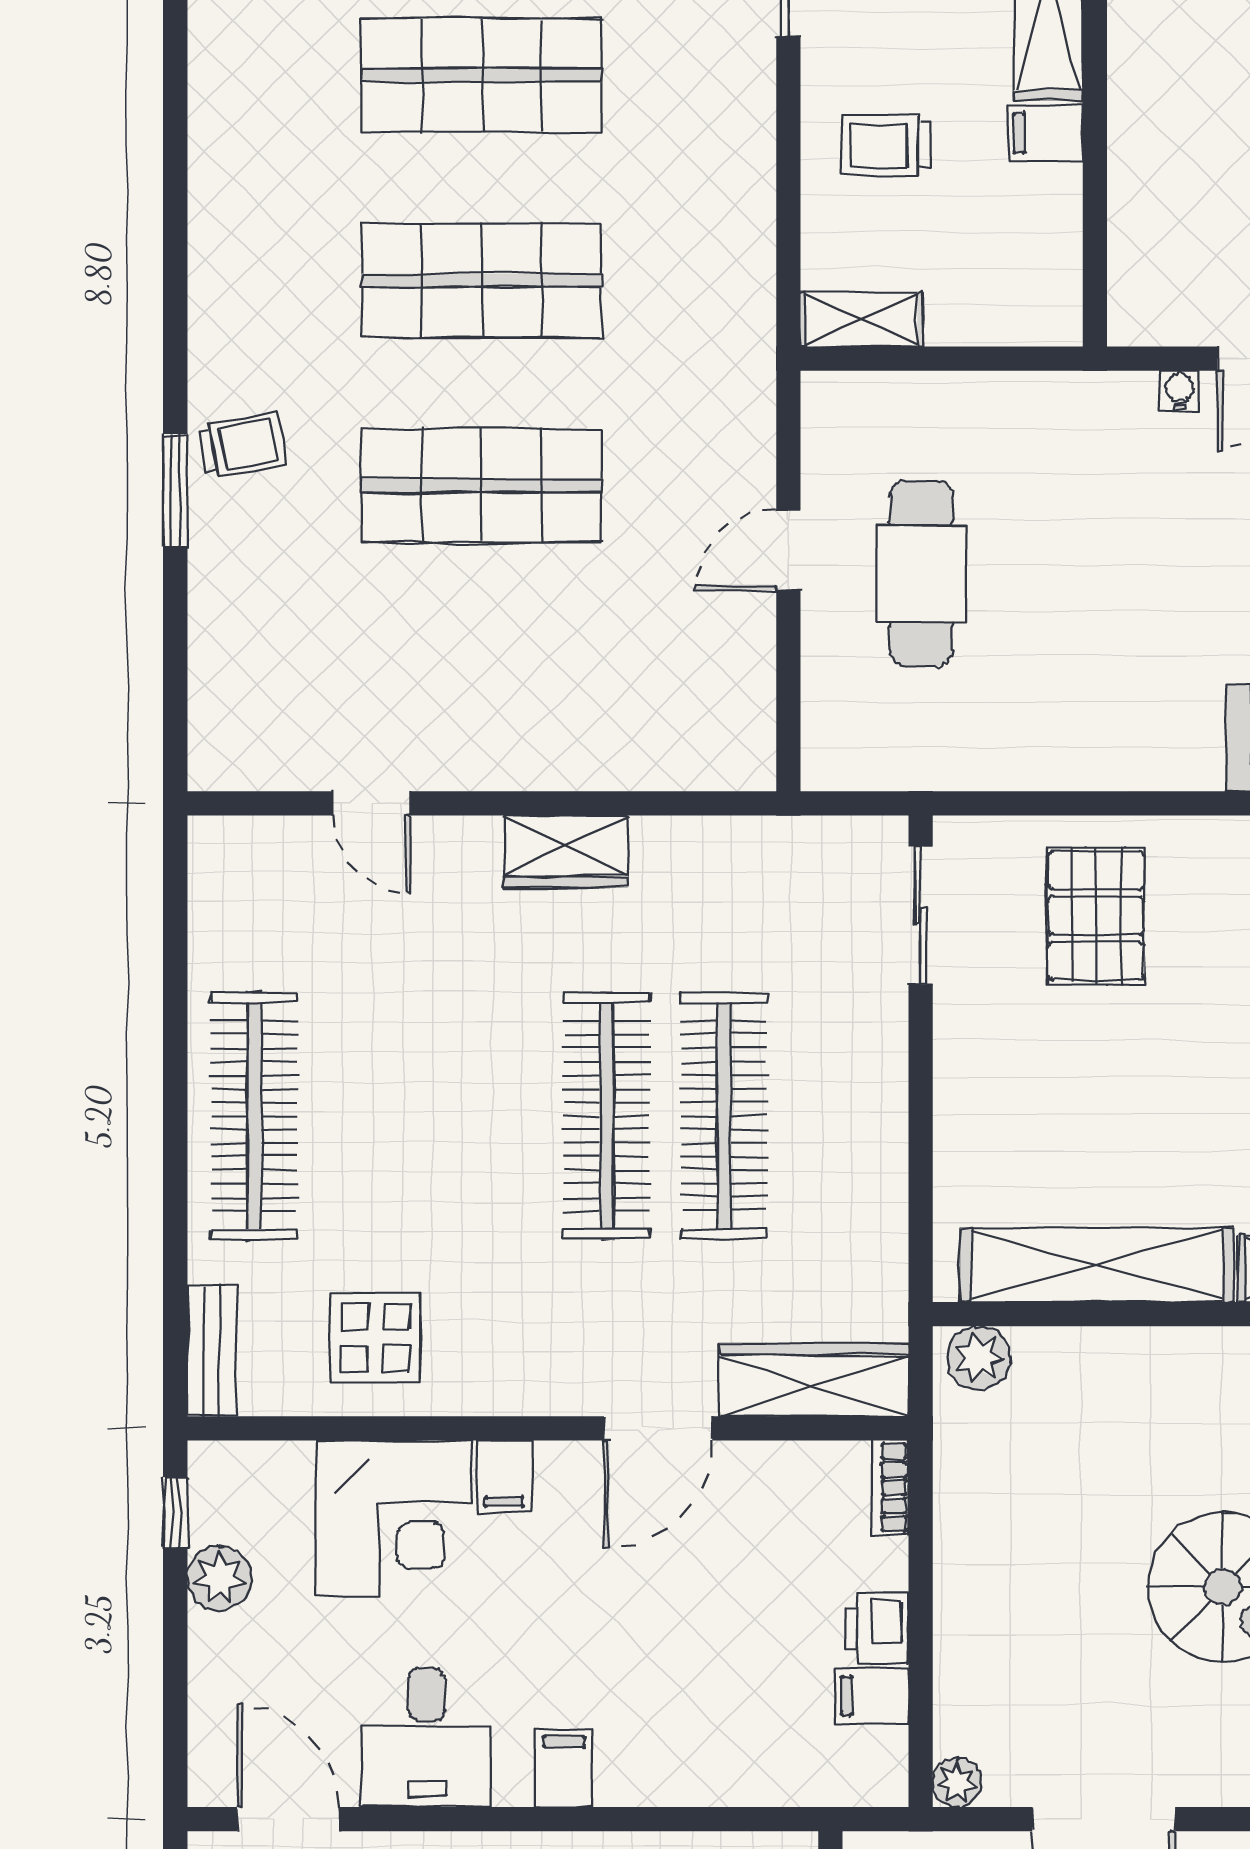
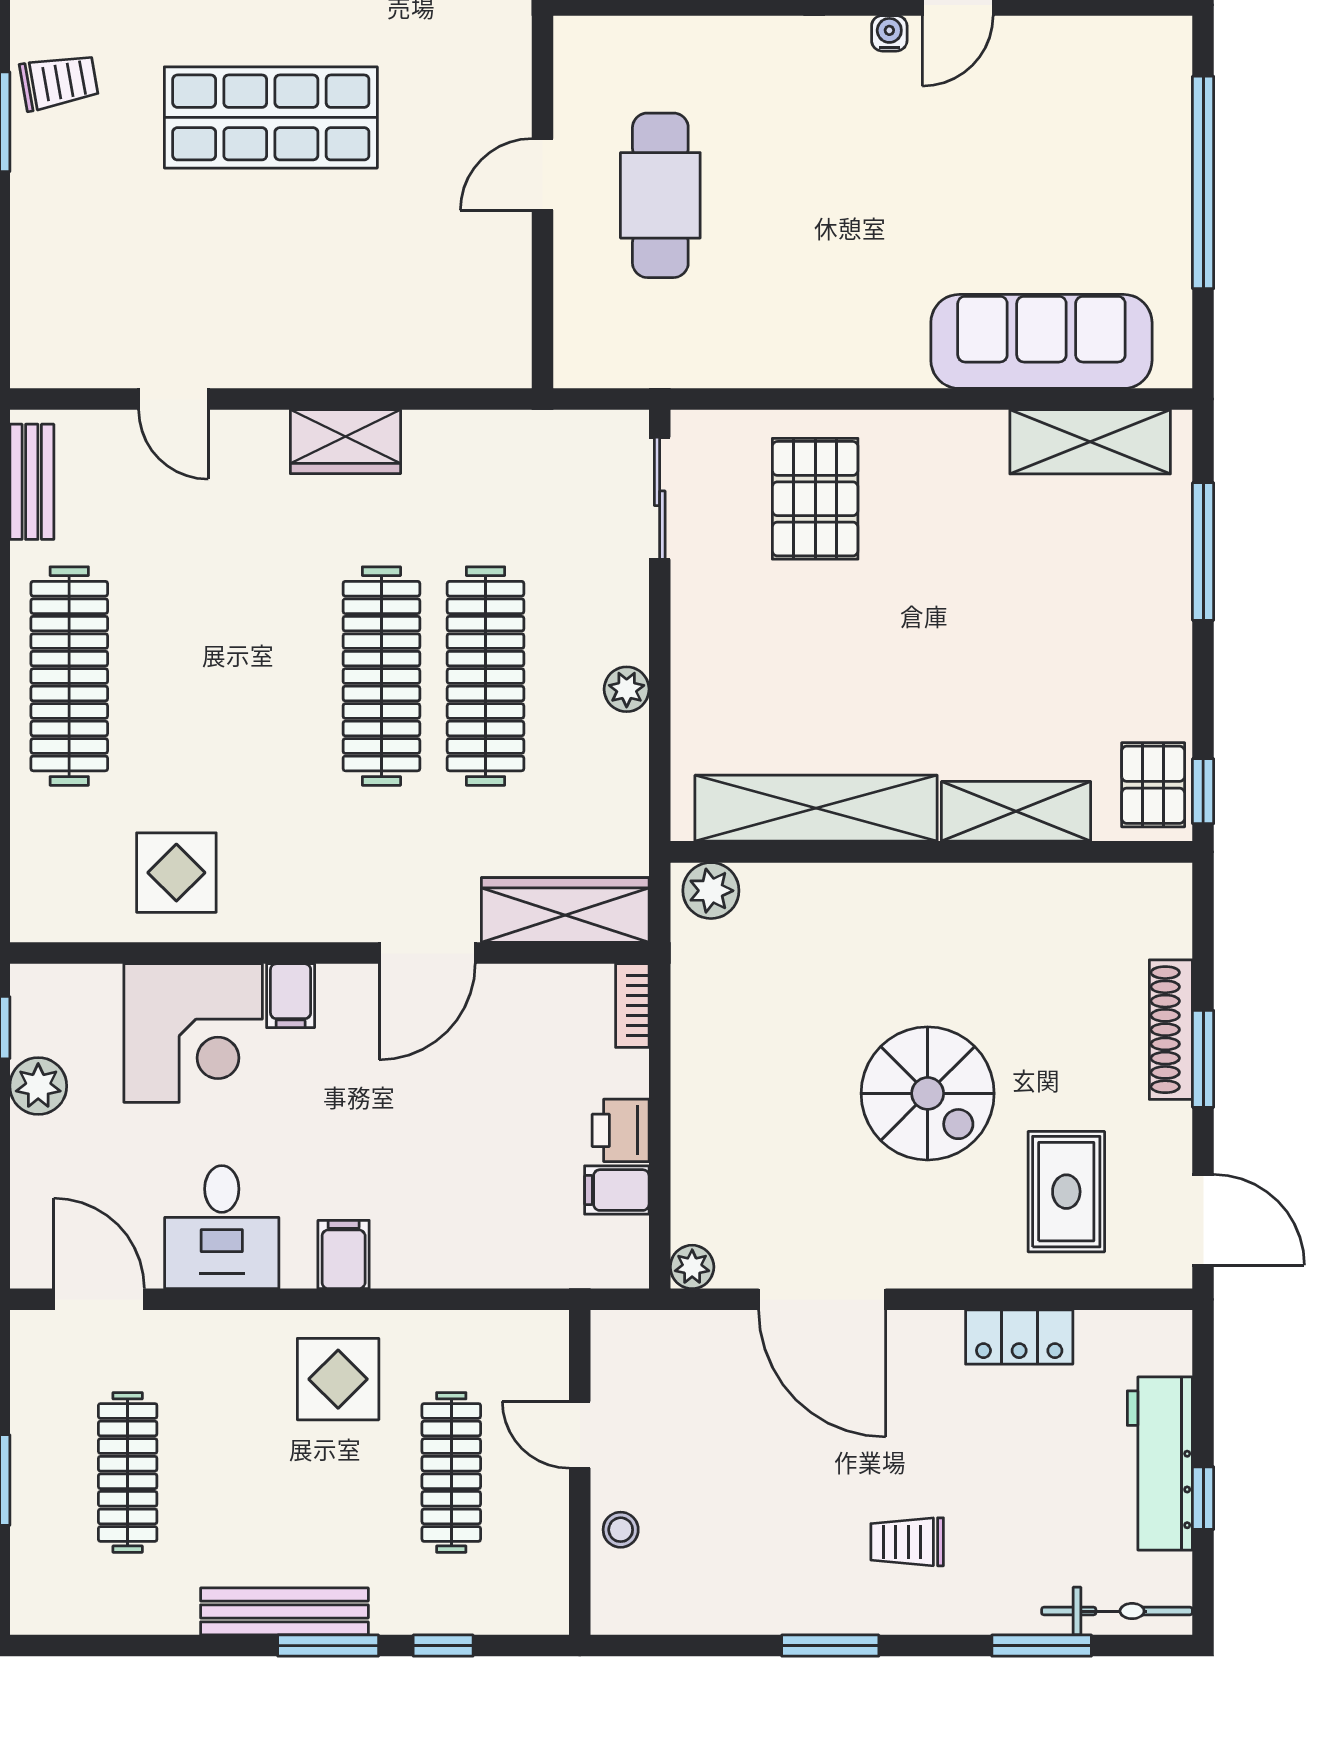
plant: (883, 1131) -> (627, 689), added
bench: (212, 1351) -> (32, 482), moved

